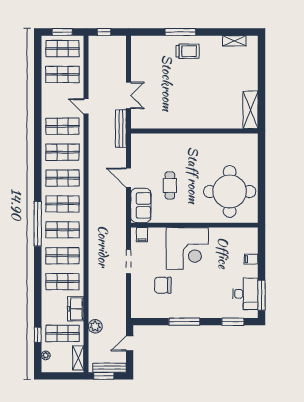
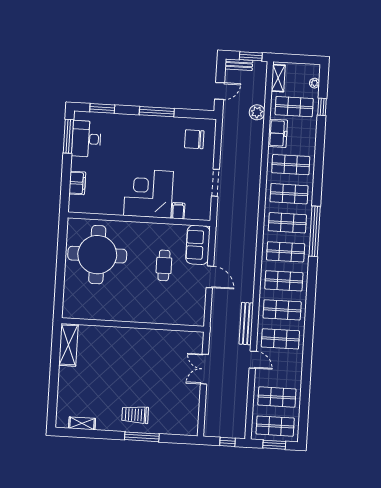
bench: (121, 129) -> (246, 324), moved
filing cabinet: (142, 235) -> (178, 211), moved
filing cabinet: (251, 259) -> (77, 183), width x2.00
chair: (163, 285) -> (194, 139), moved, turned 180
bench: (110, 368) -> (239, 65), width x0.73

